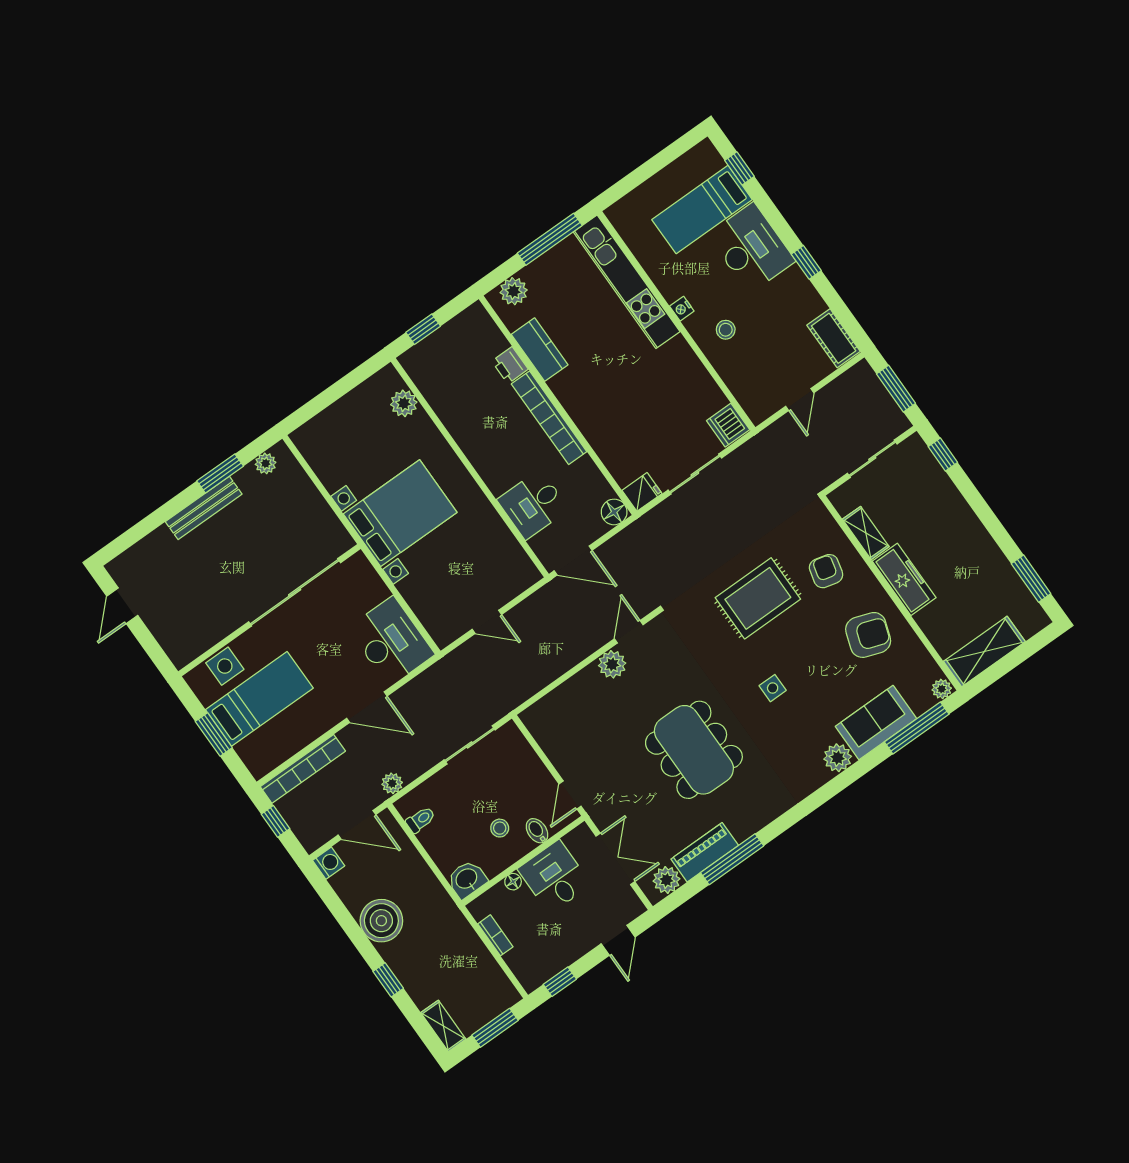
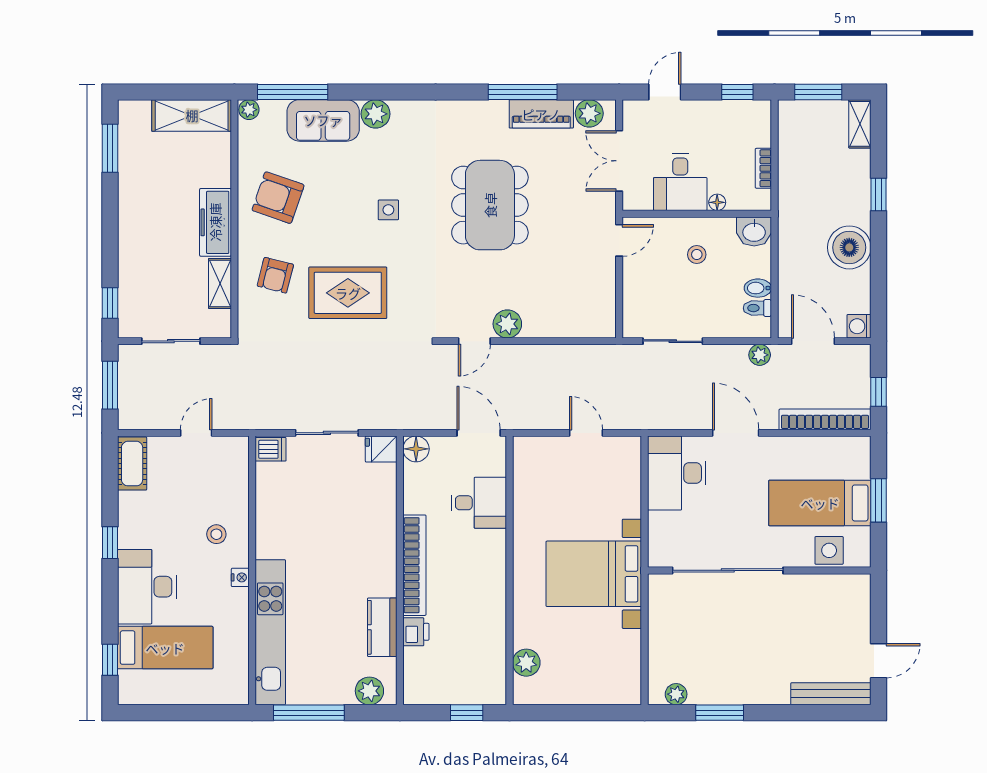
dishwasher: (728, 425) -> (271, 449), width x0.73
bench: (204, 508) -> (831, 694), moved
bidet: (537, 831) -> (758, 288), moved, turned 90

